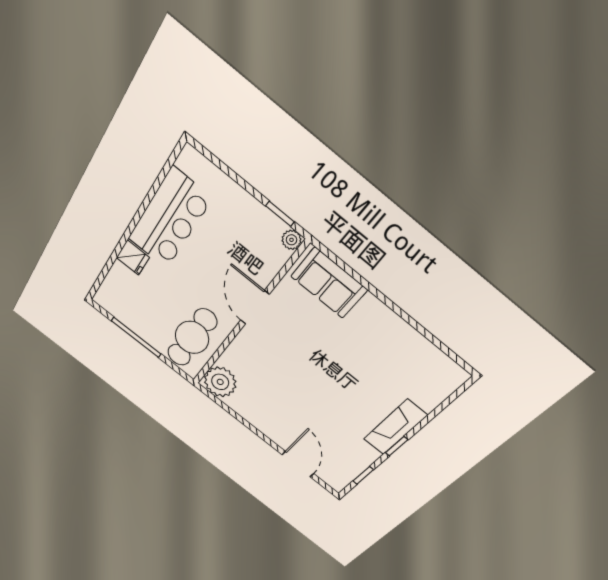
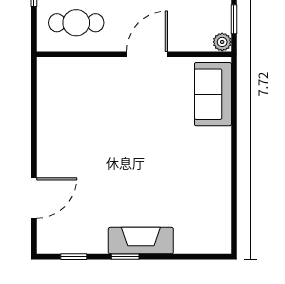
cafe table: (192, 337) -> (76, 23), width x0.73, depth x0.74
plant: (220, 382) -> (55, 75), removed

